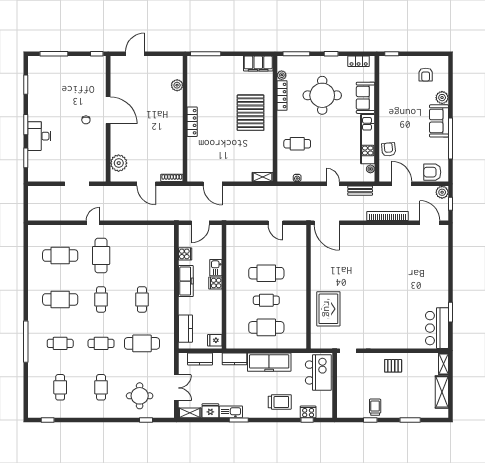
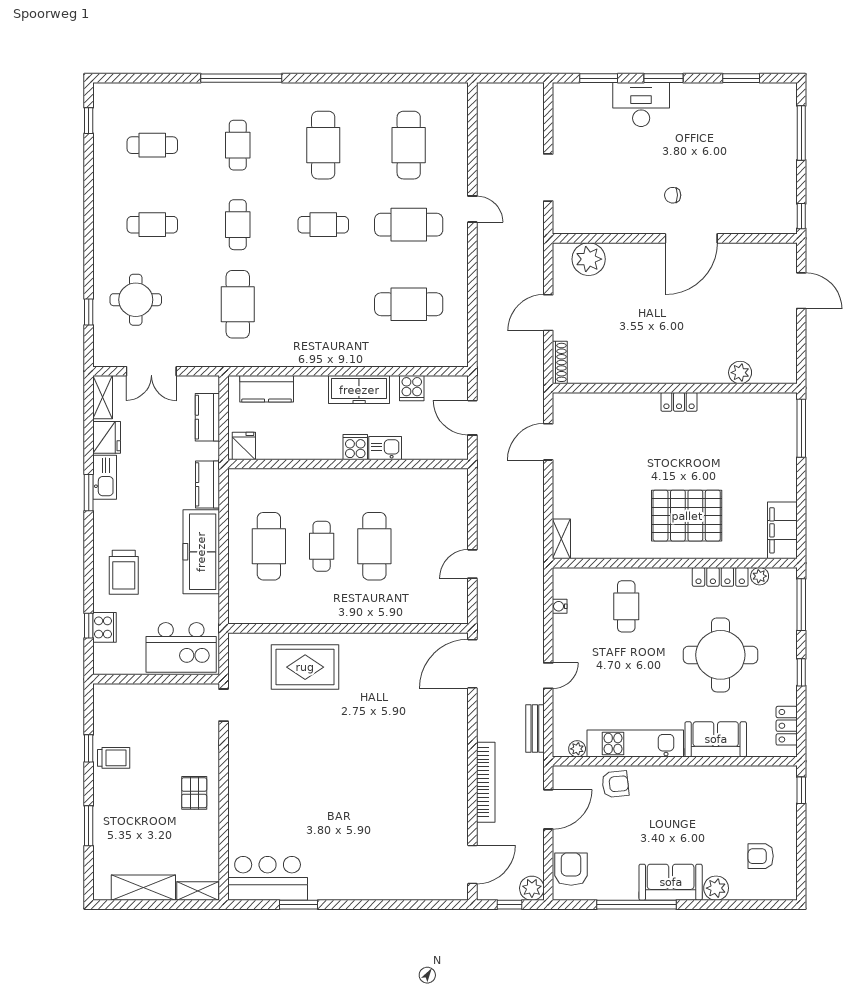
locker: (192, 122) -> (679, 402), width x0.66
cafe table: (142, 299) -> (409, 304), moved, width x1.37, depth x1.35

